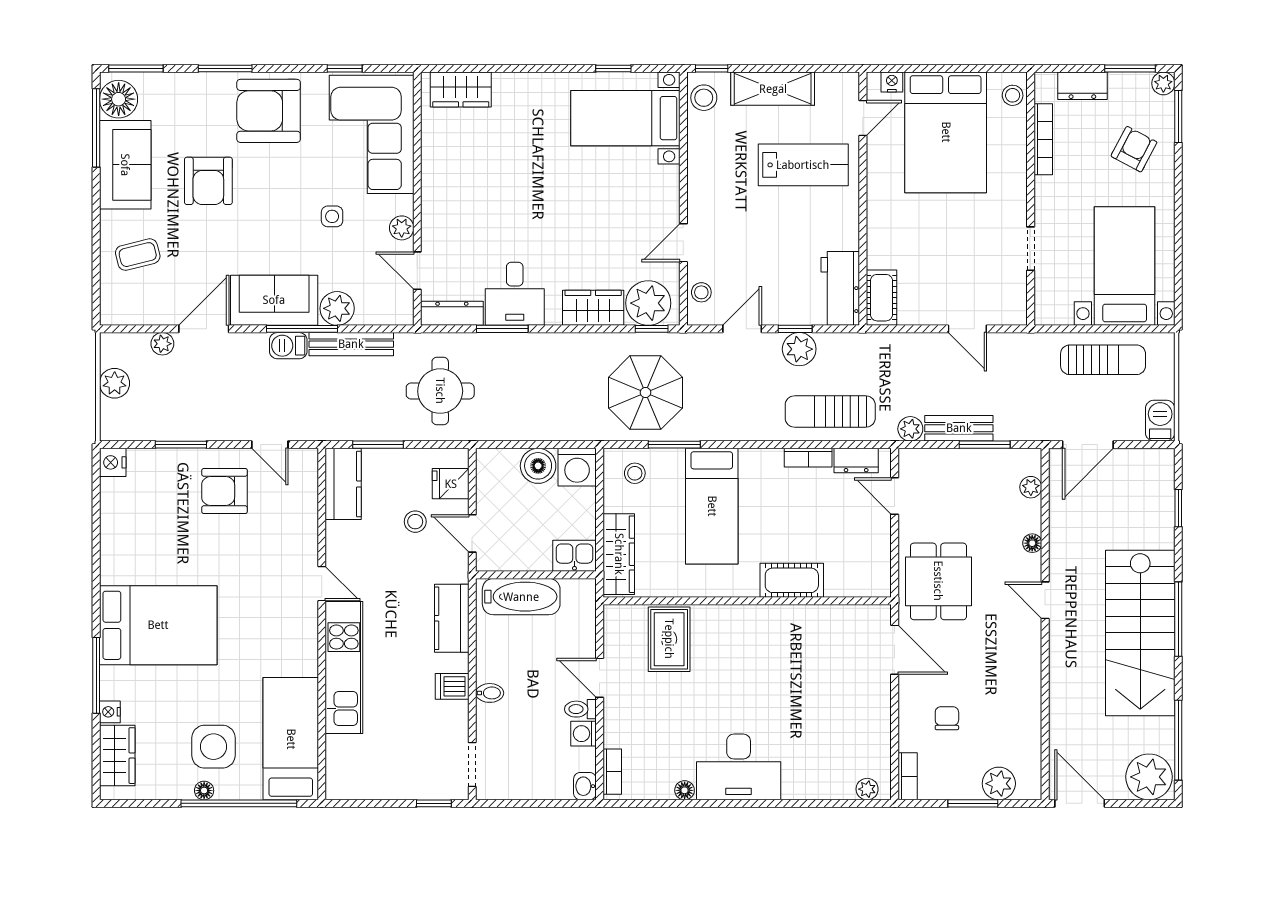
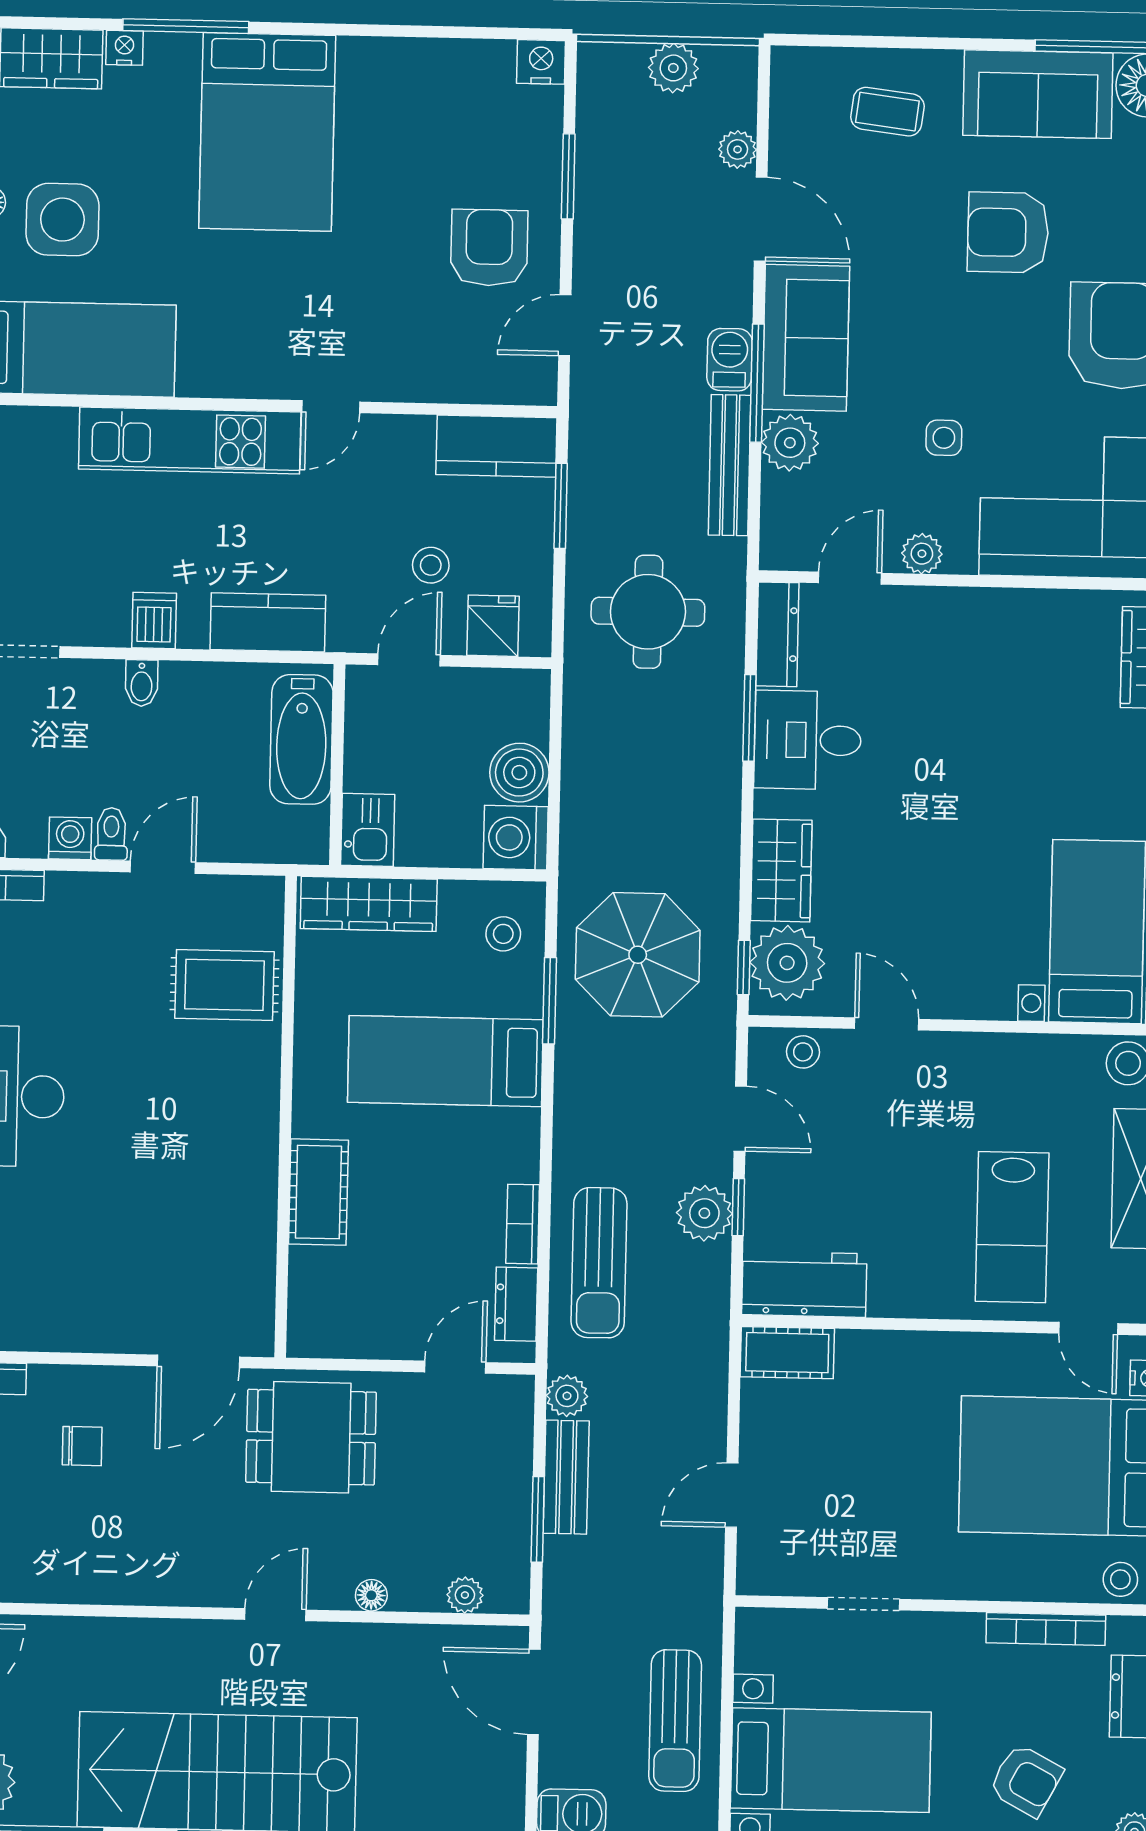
coffee table: (138, 255) -> (887, 112), turned -69
sun lounger: (830, 411) -> (599, 1263), turned 180

